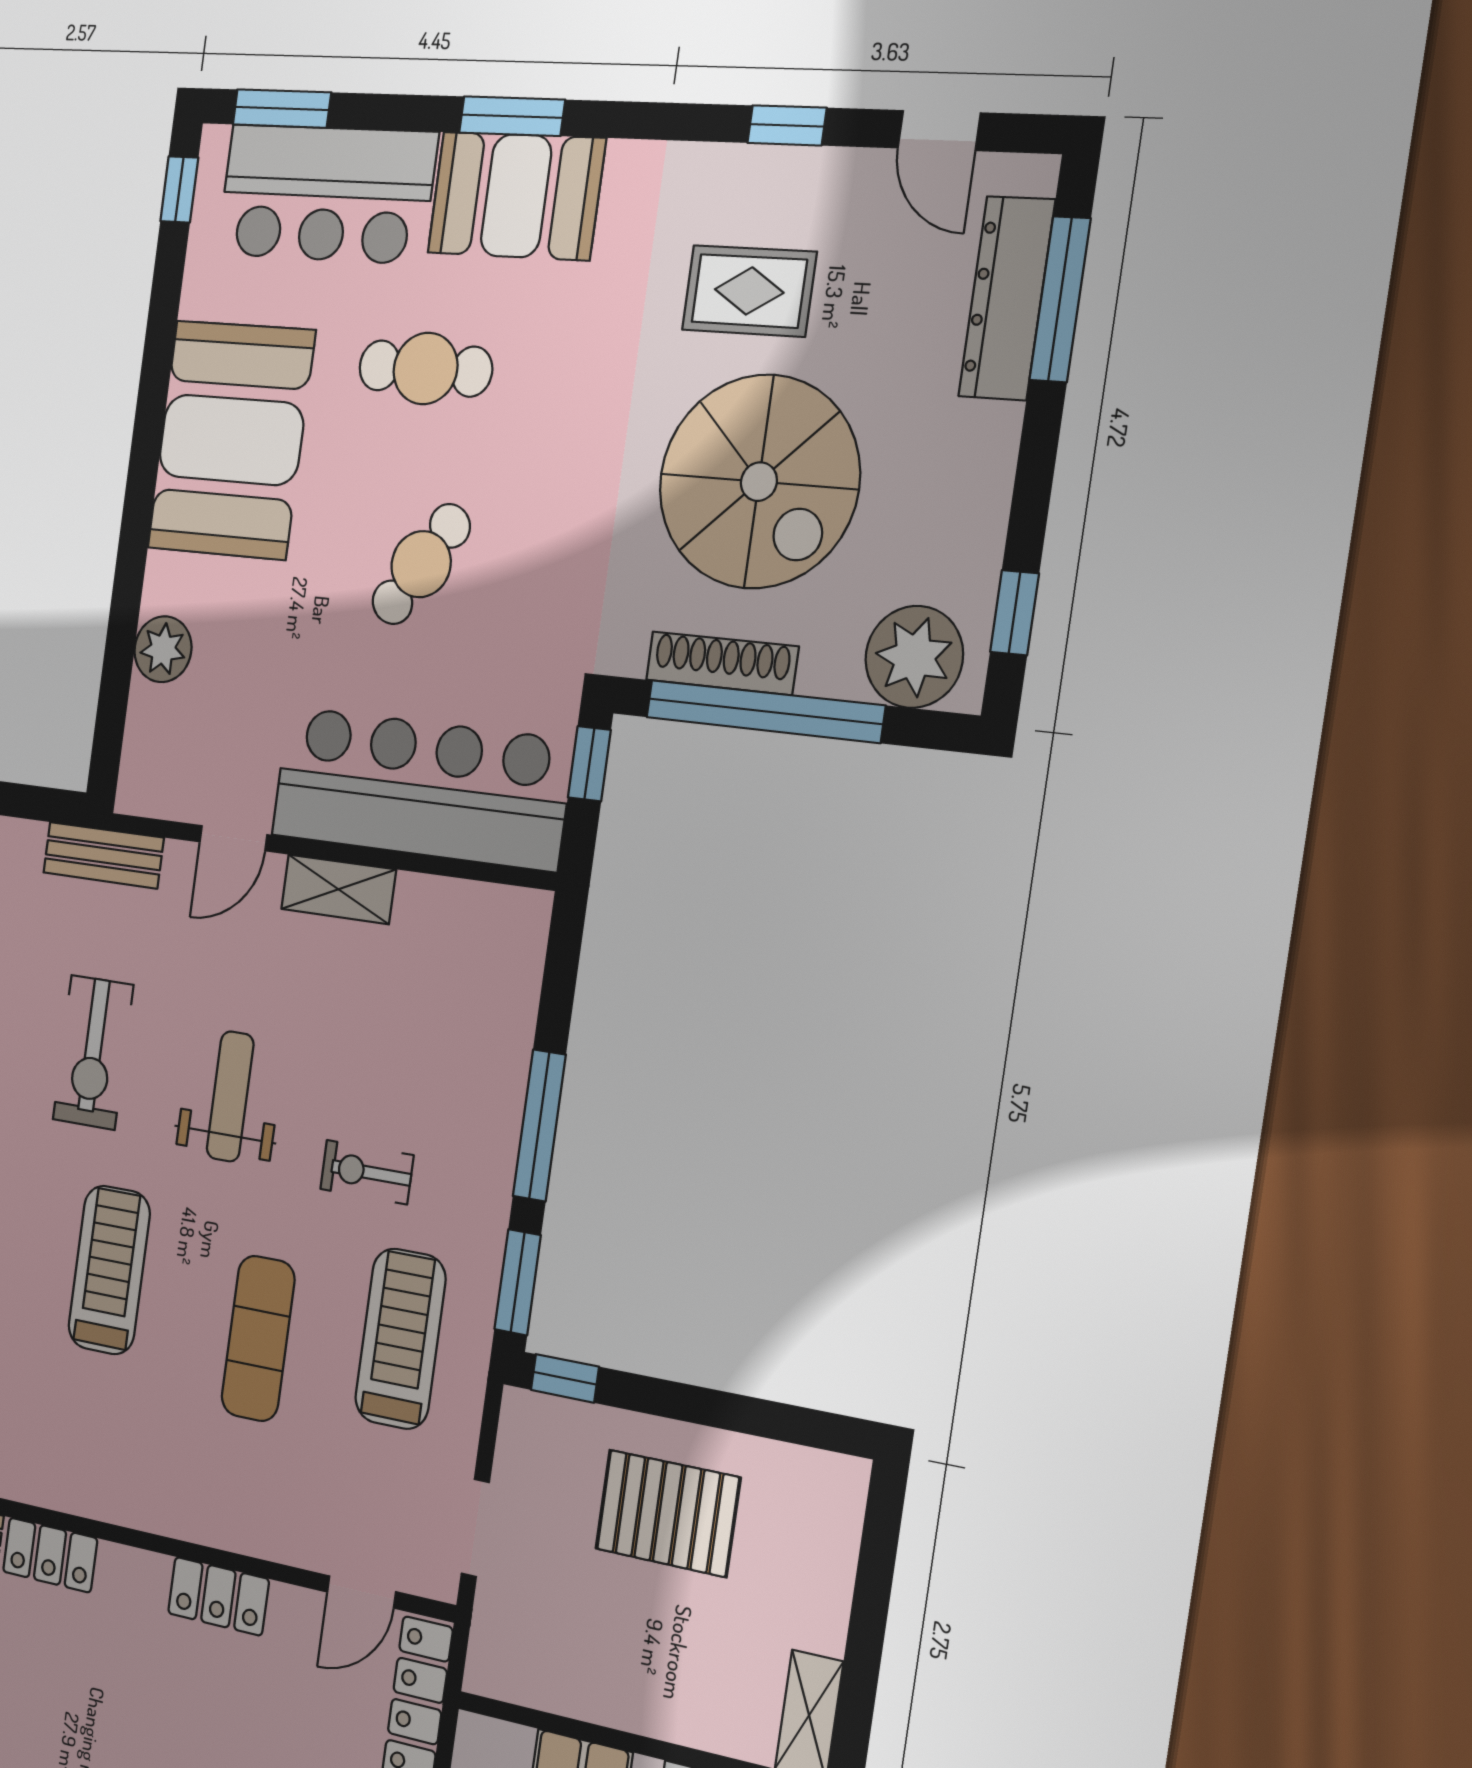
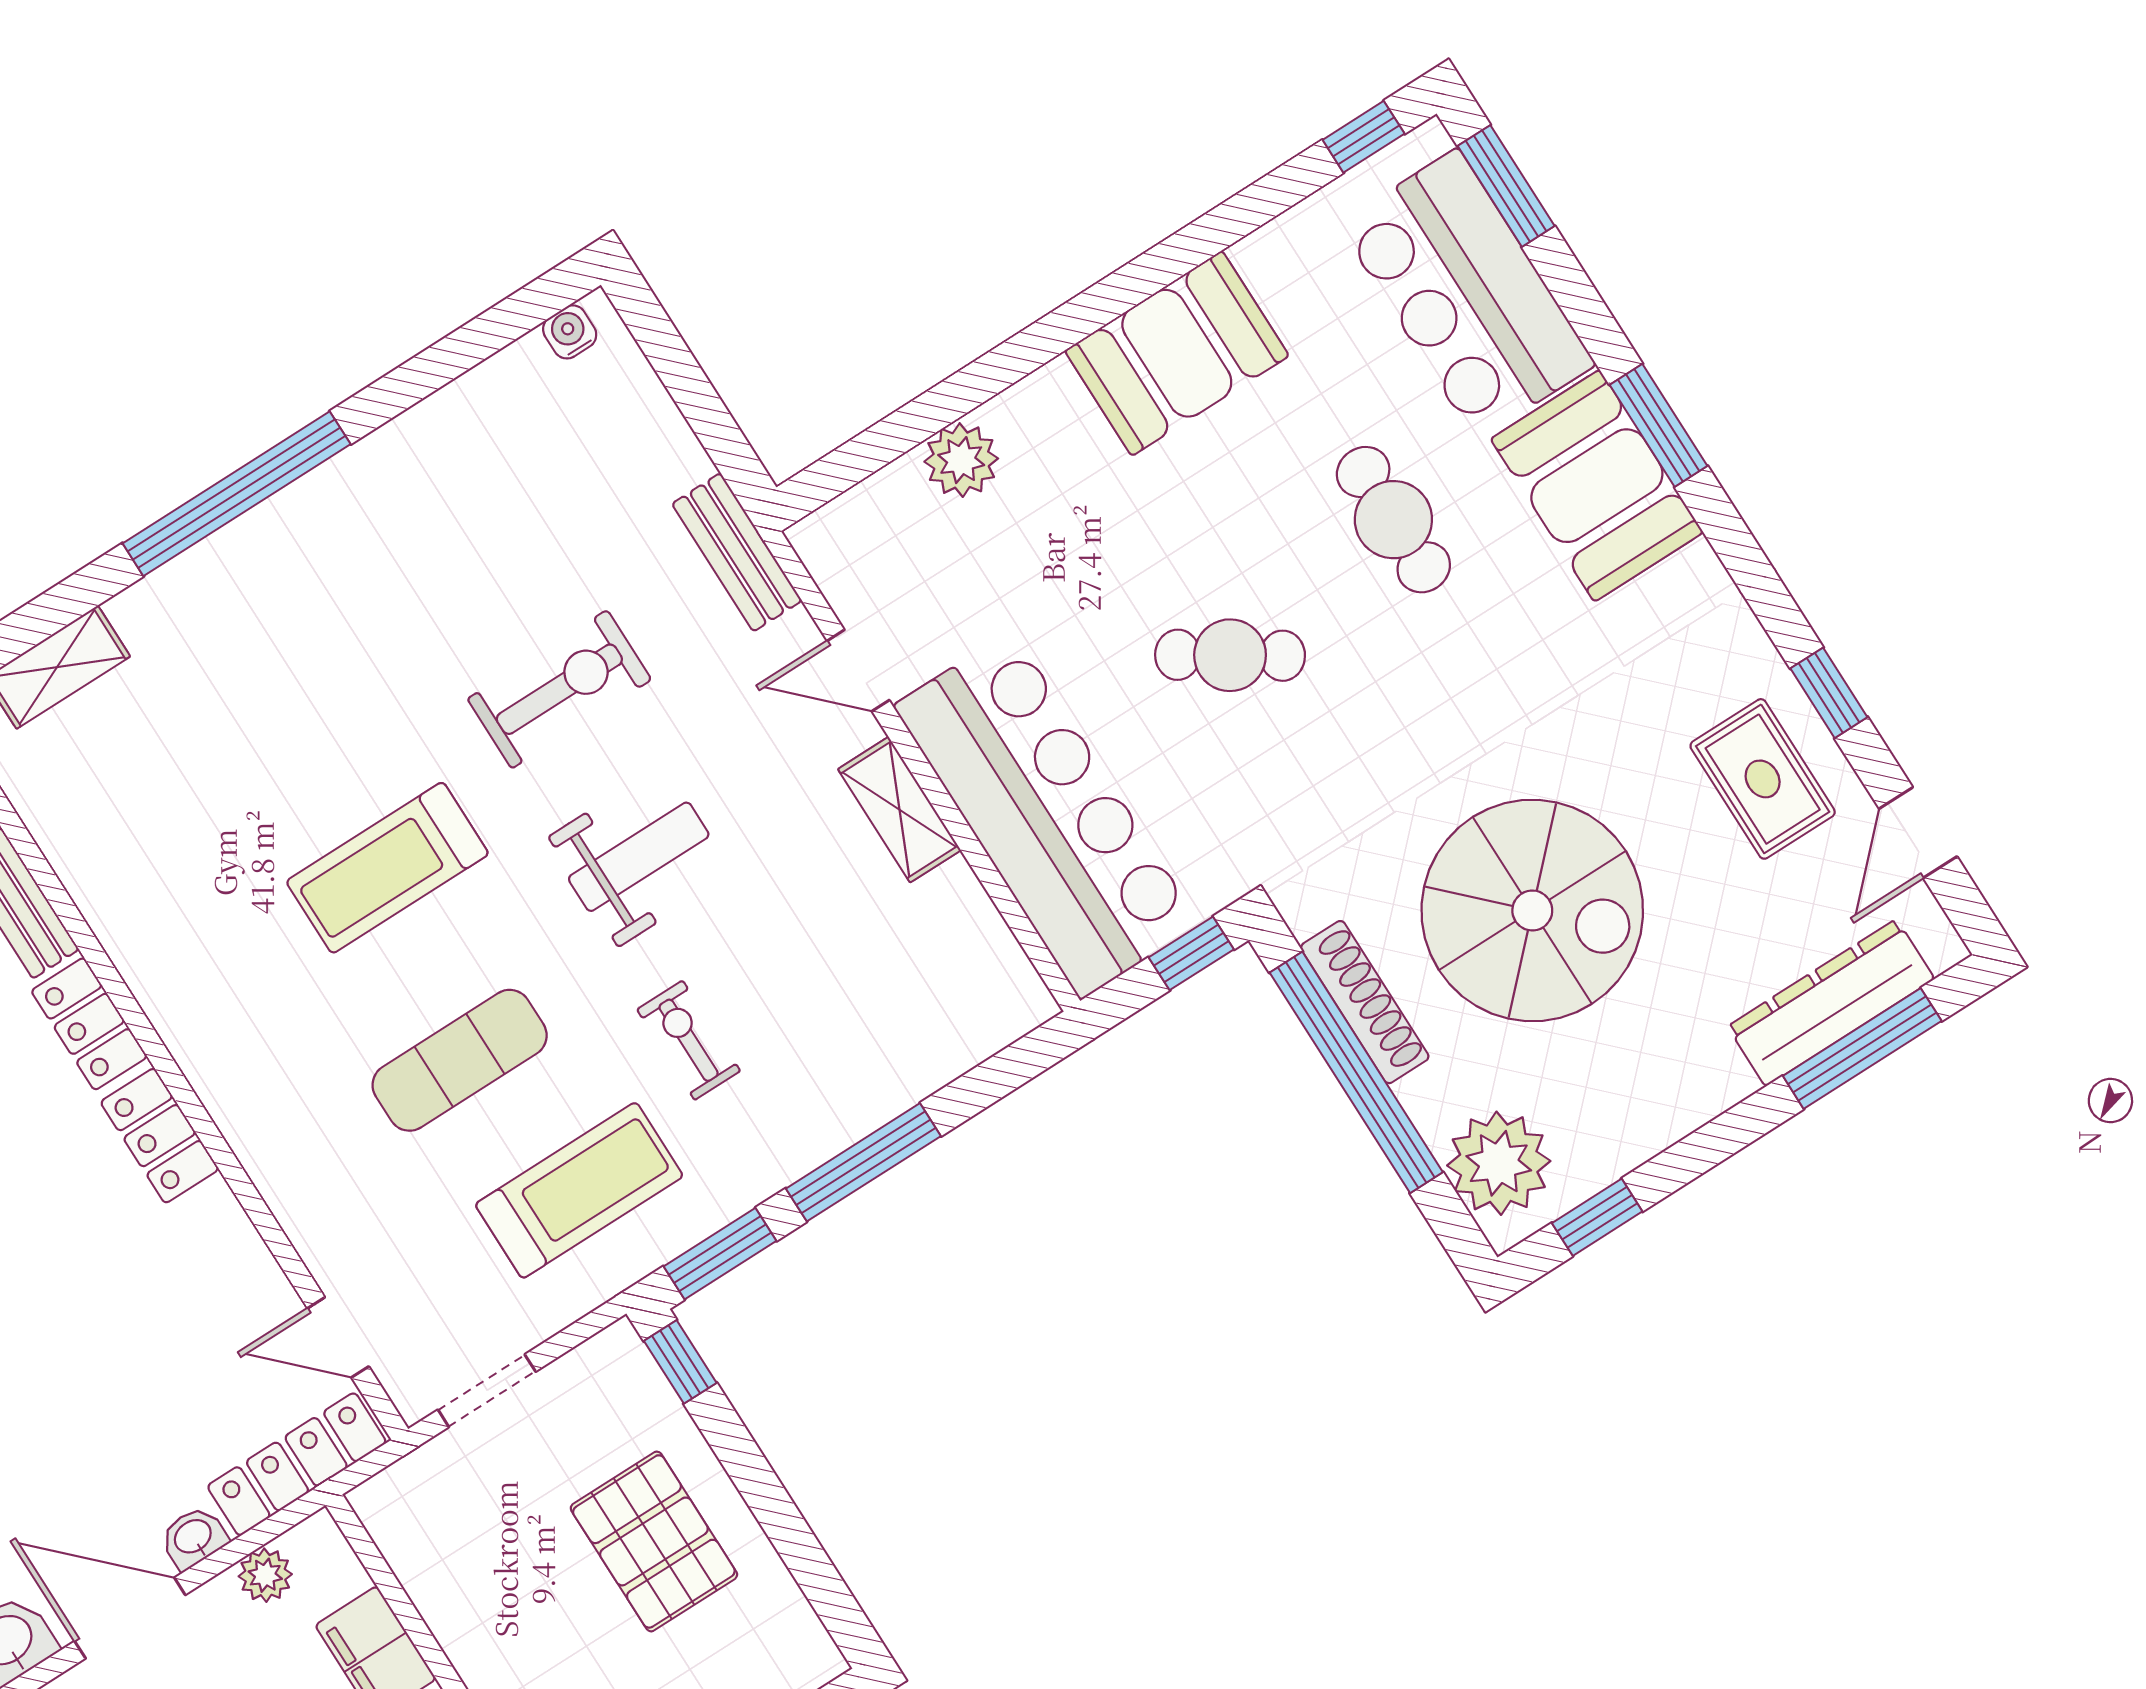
rug: (749, 291) -> (1763, 779), moved
booth: (231, 440) -> (1177, 353), width x0.73, depth x0.70
spiral stairs: (759, 482) -> (1532, 910), turned -90
exercise bike: (93, 1052) -> (559, 689), turned 180
treadmill: (109, 1270) -> (387, 868), turned 180
locker: (218, 1596) -> (160, 1136), moved

